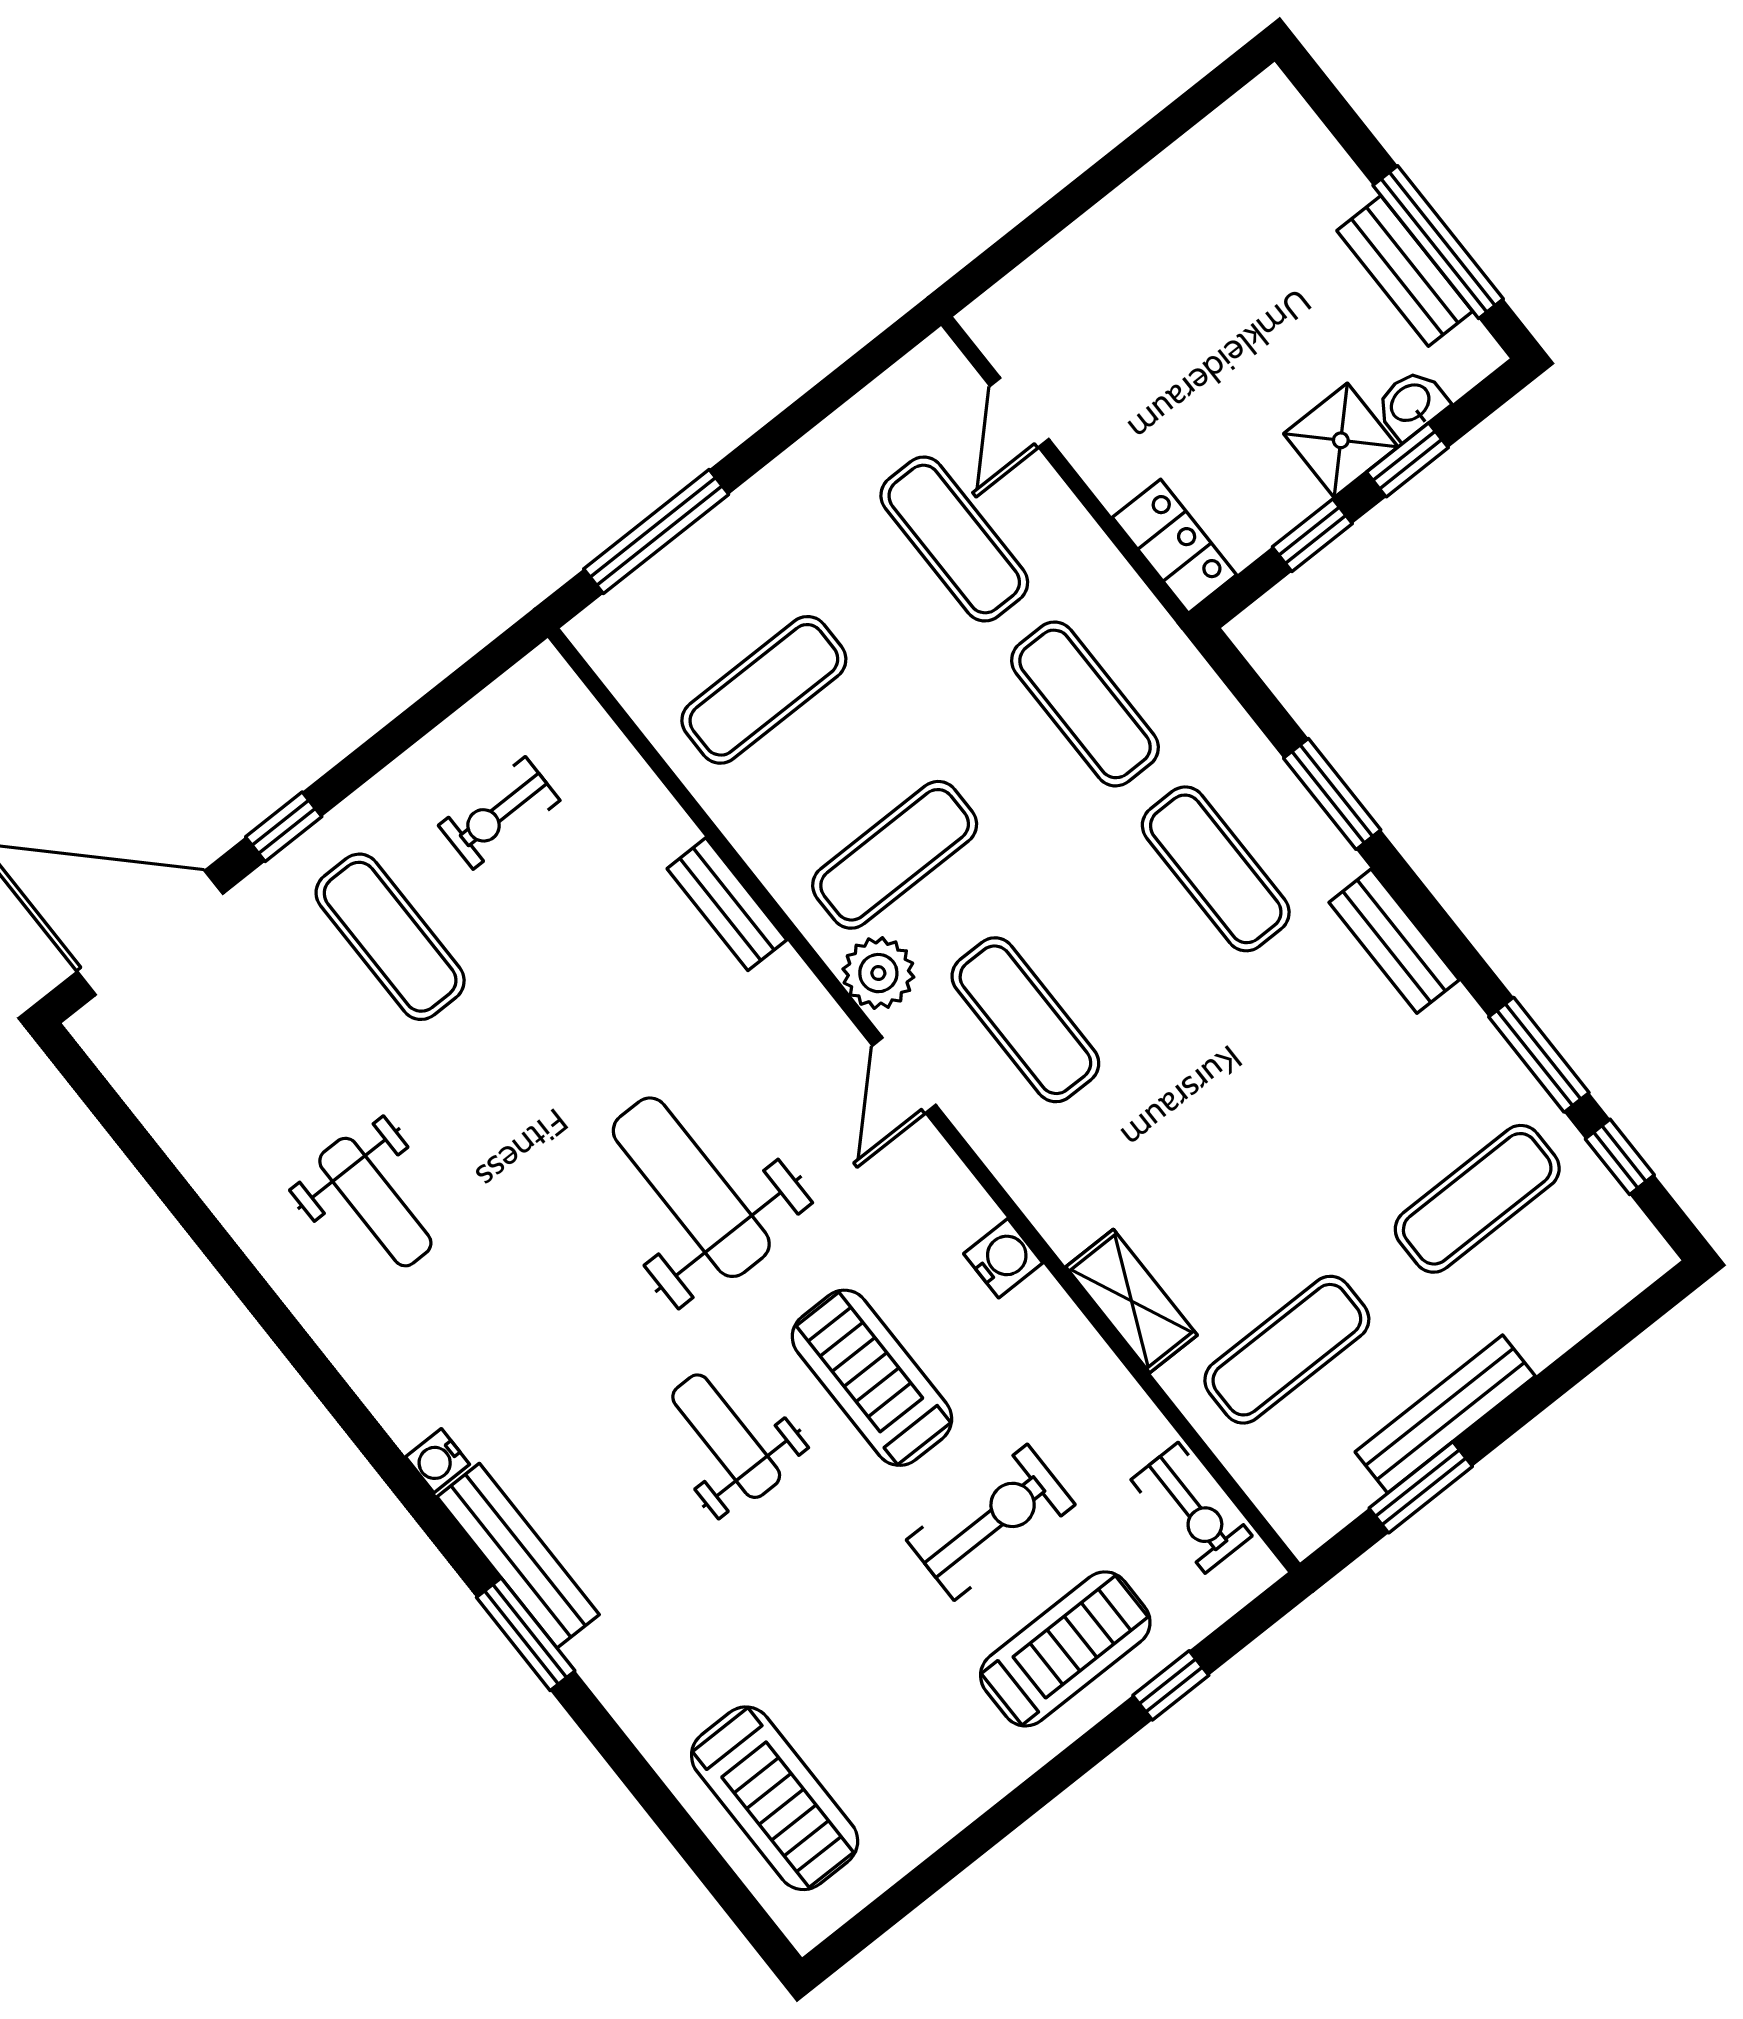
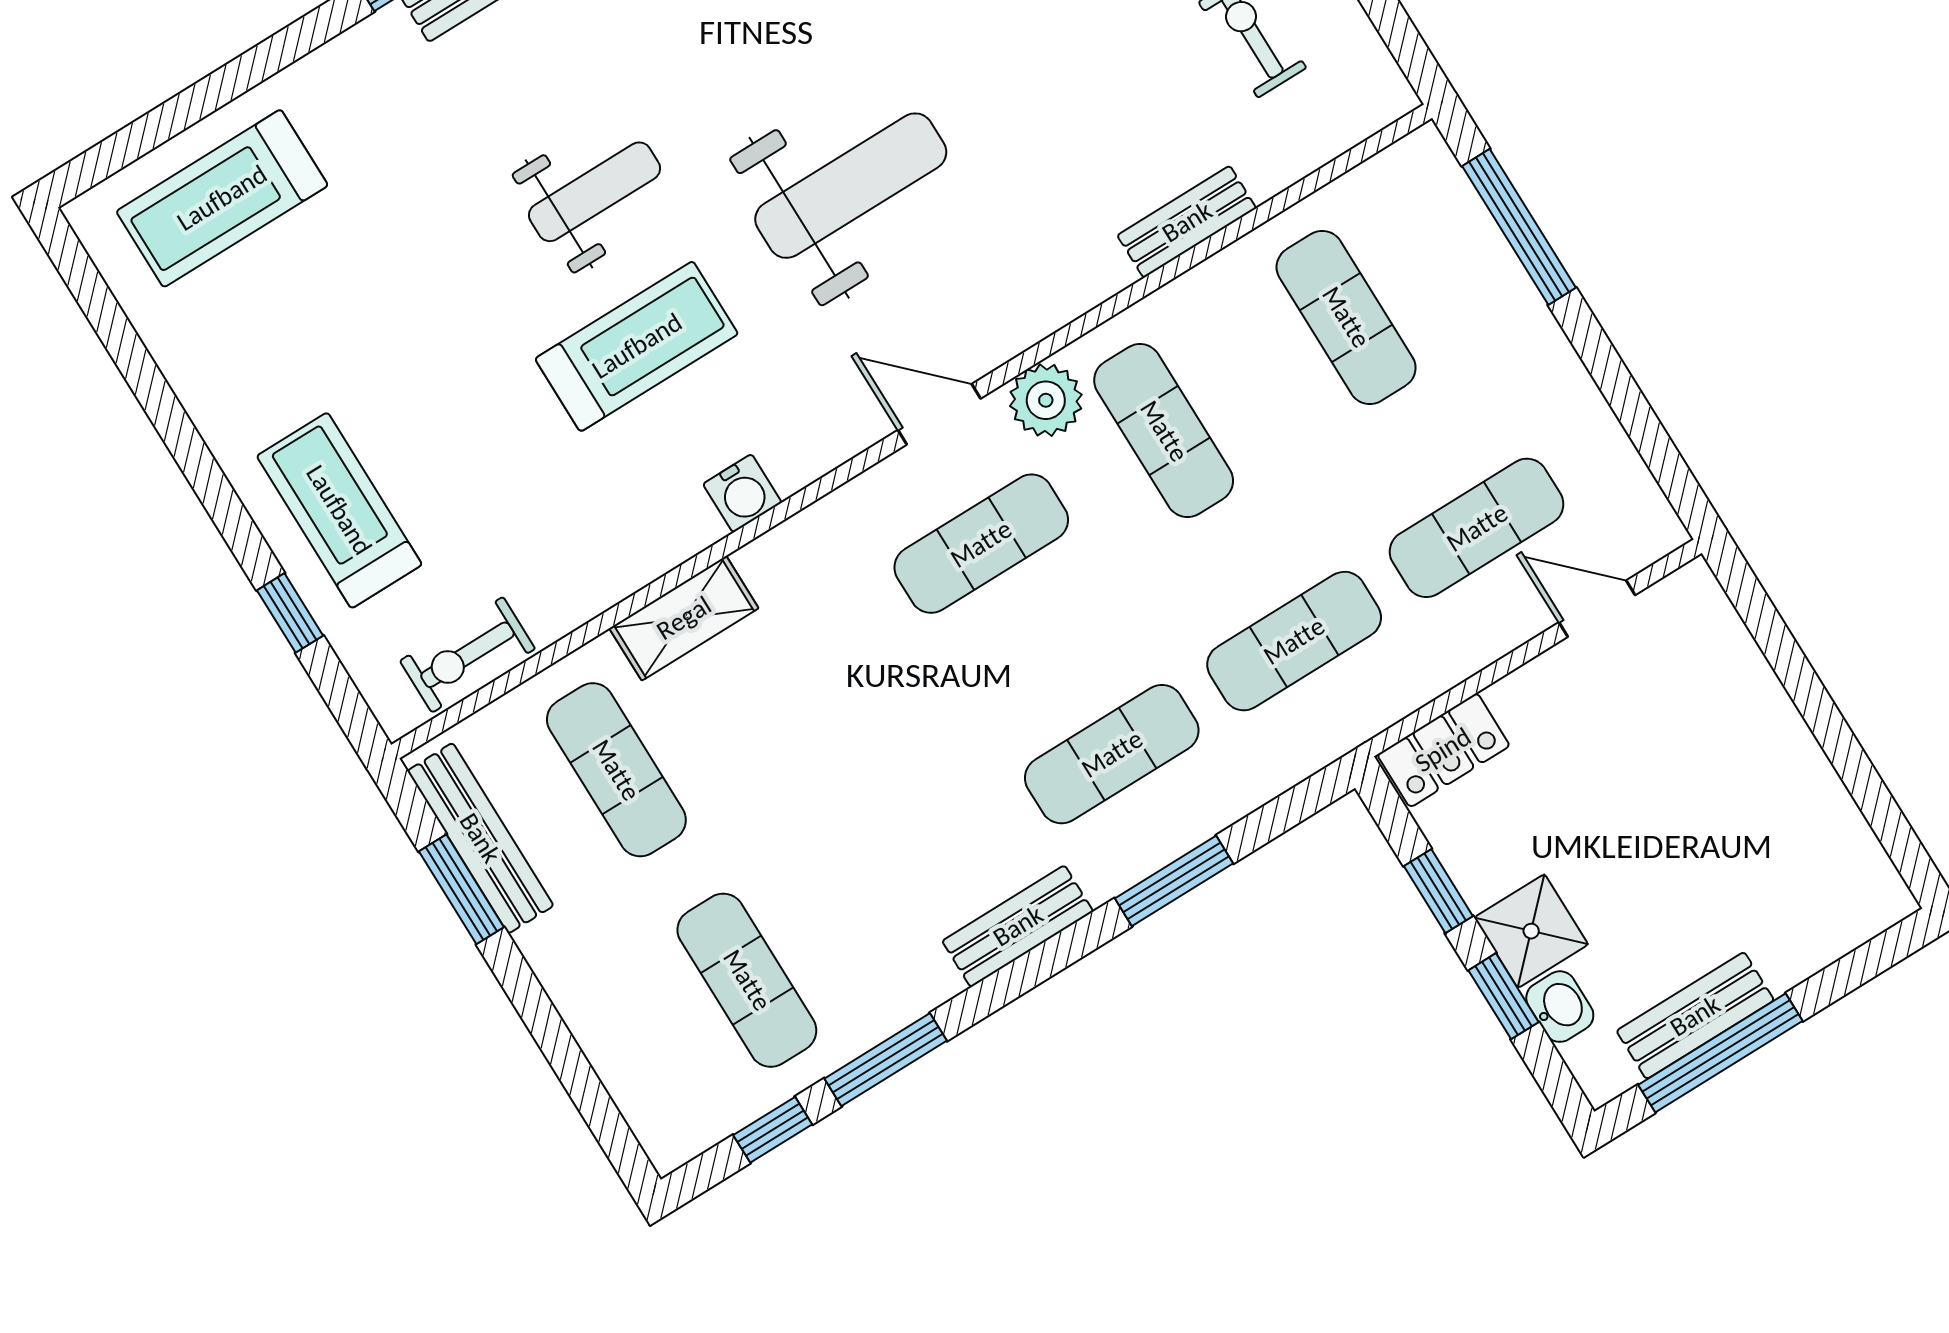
bench: (727, 904) -> (1187, 222), moved
bench: (1445, 1414) -> (480, 838), moved
exercise bike: (991, 1522) -> (476, 450), removed
treadmill: (1065, 1649) -> (339, 510), turned 180

